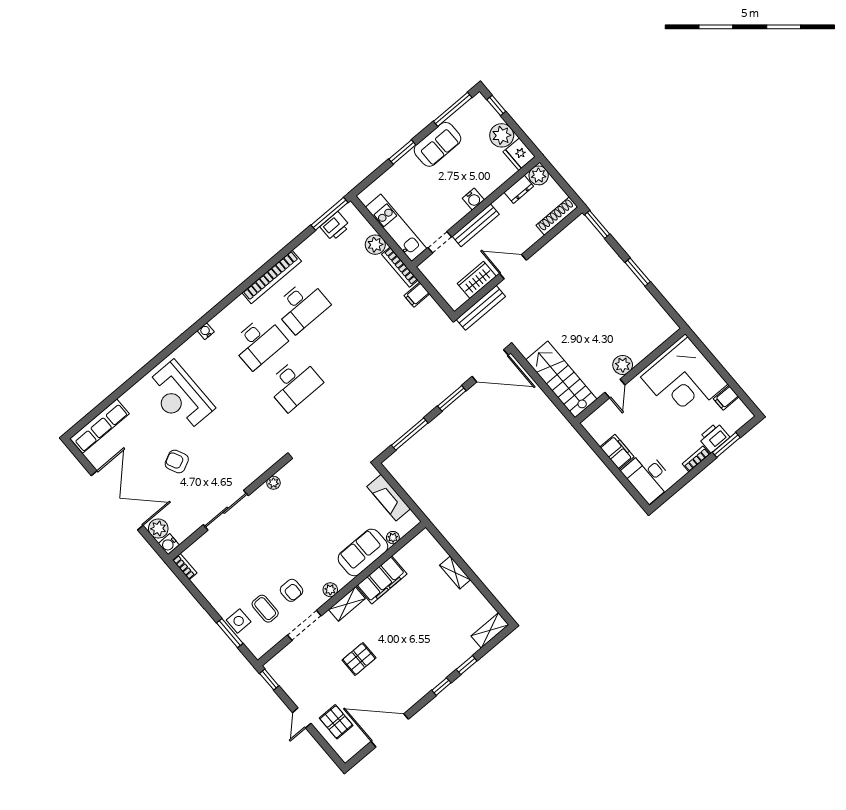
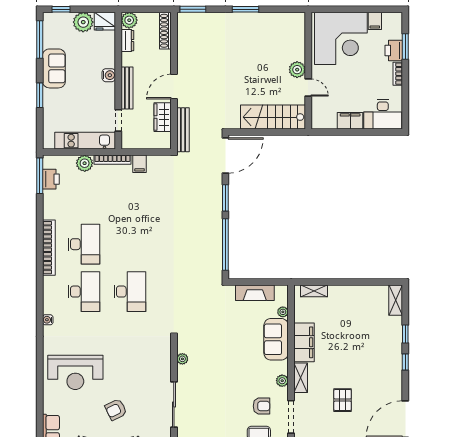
window: (410, 434) -> (225, 244), width x1.46
shelving: (455, 572) -> (314, 291), moved

